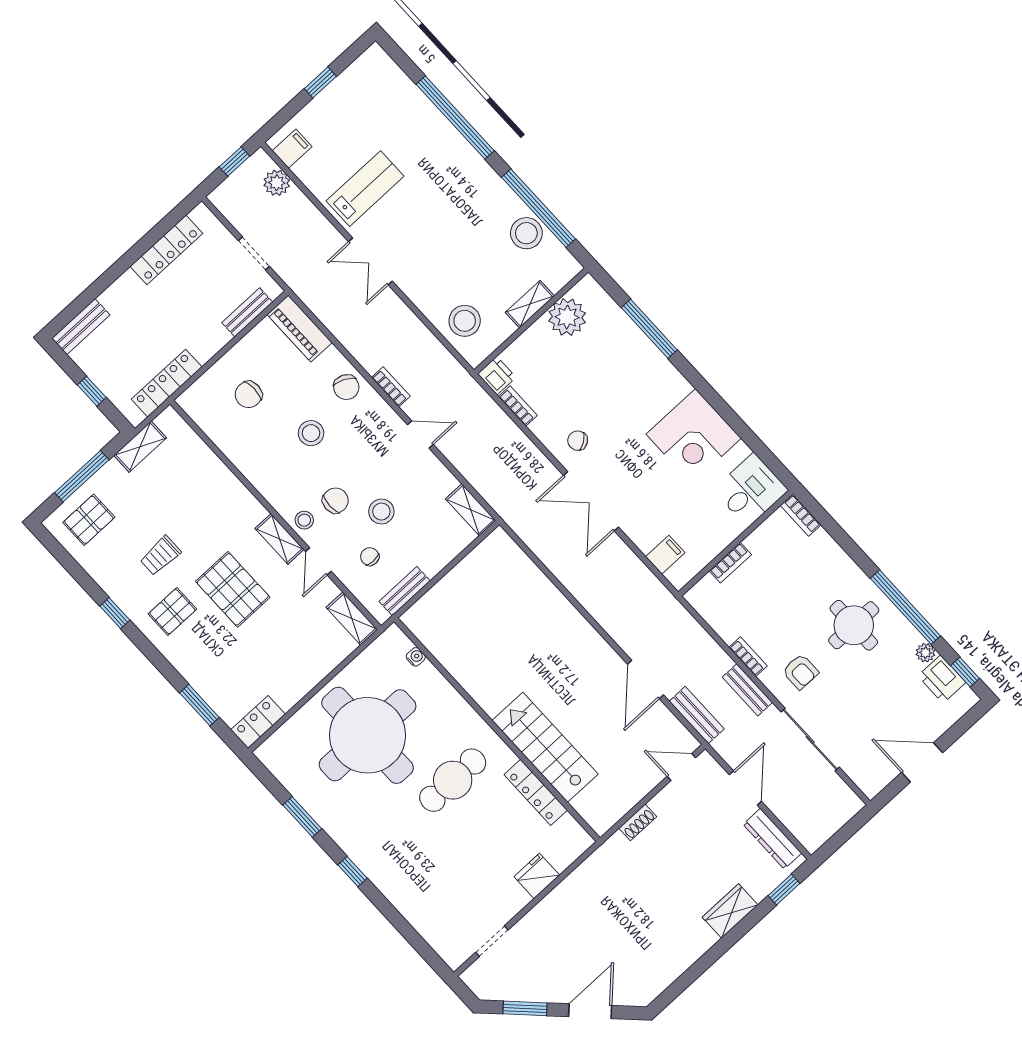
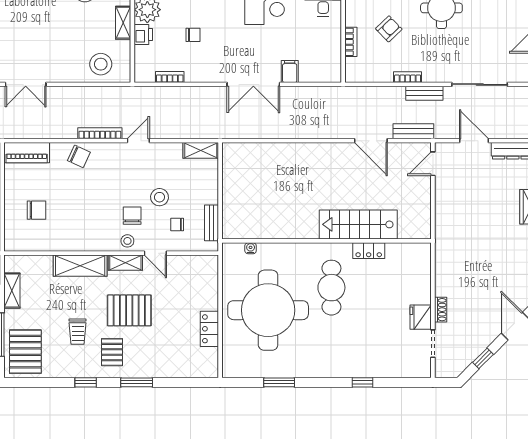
printer: (497, 376) -> (143, 34), moved, turned 90
bookcase: (391, 387) -> (100, 133), width x1.56
chair: (249, 394) -> (36, 210), turned -90
stool: (311, 433) -> (86, 196), removed
chair: (578, 441) -> (193, 35), moved, turned -146
pallet: (89, 520) -> (25, 352), width x1.50, depth x1.42
filing cabinet: (665, 555) -> (290, 72), moved
shelving: (352, 618) -> (80, 266), moved, width x1.50, depth x1.33
armchair: (800, 672) -> (389, 29), moved, turned -44
window: (199, 705) -> (137, 382), moved
locker: (258, 722) -> (209, 329), moved
locker: (536, 792) -> (369, 251), width x0.66
shoe rack: (638, 822) -> (441, 310), moved
window: (352, 872) -> (363, 382), moved
fridge: (537, 876) -> (421, 317), moved
window: (525, 1008) -> (483, 358), width x0.67

